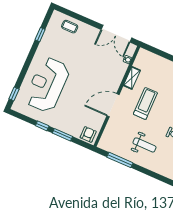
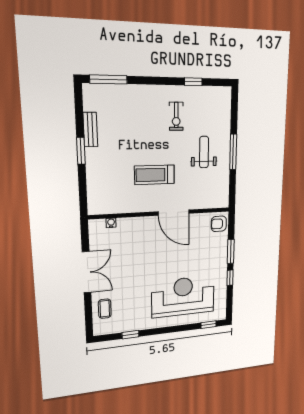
double door: (116, 34) -> (87, 272), moved
shelving: (132, 78) -> (131, 206), removed
reception desk: (47, 85) -> (183, 297), turned 180
window: (120, 160) -> (233, 152), moved

